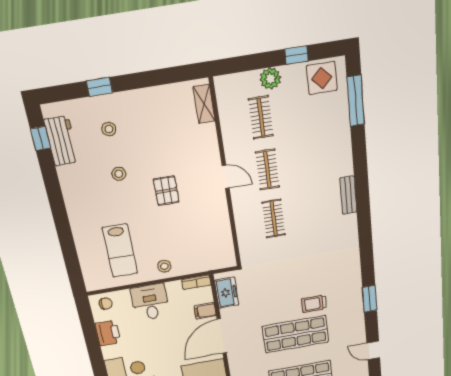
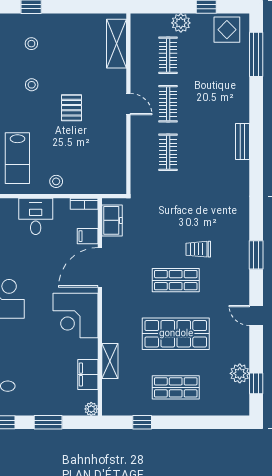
shelving: (204, 104) -> (116, 44), width x1.50, depth x1.33
shop shelf: (296, 334) -> (176, 280), width x0.70, depth x0.74

